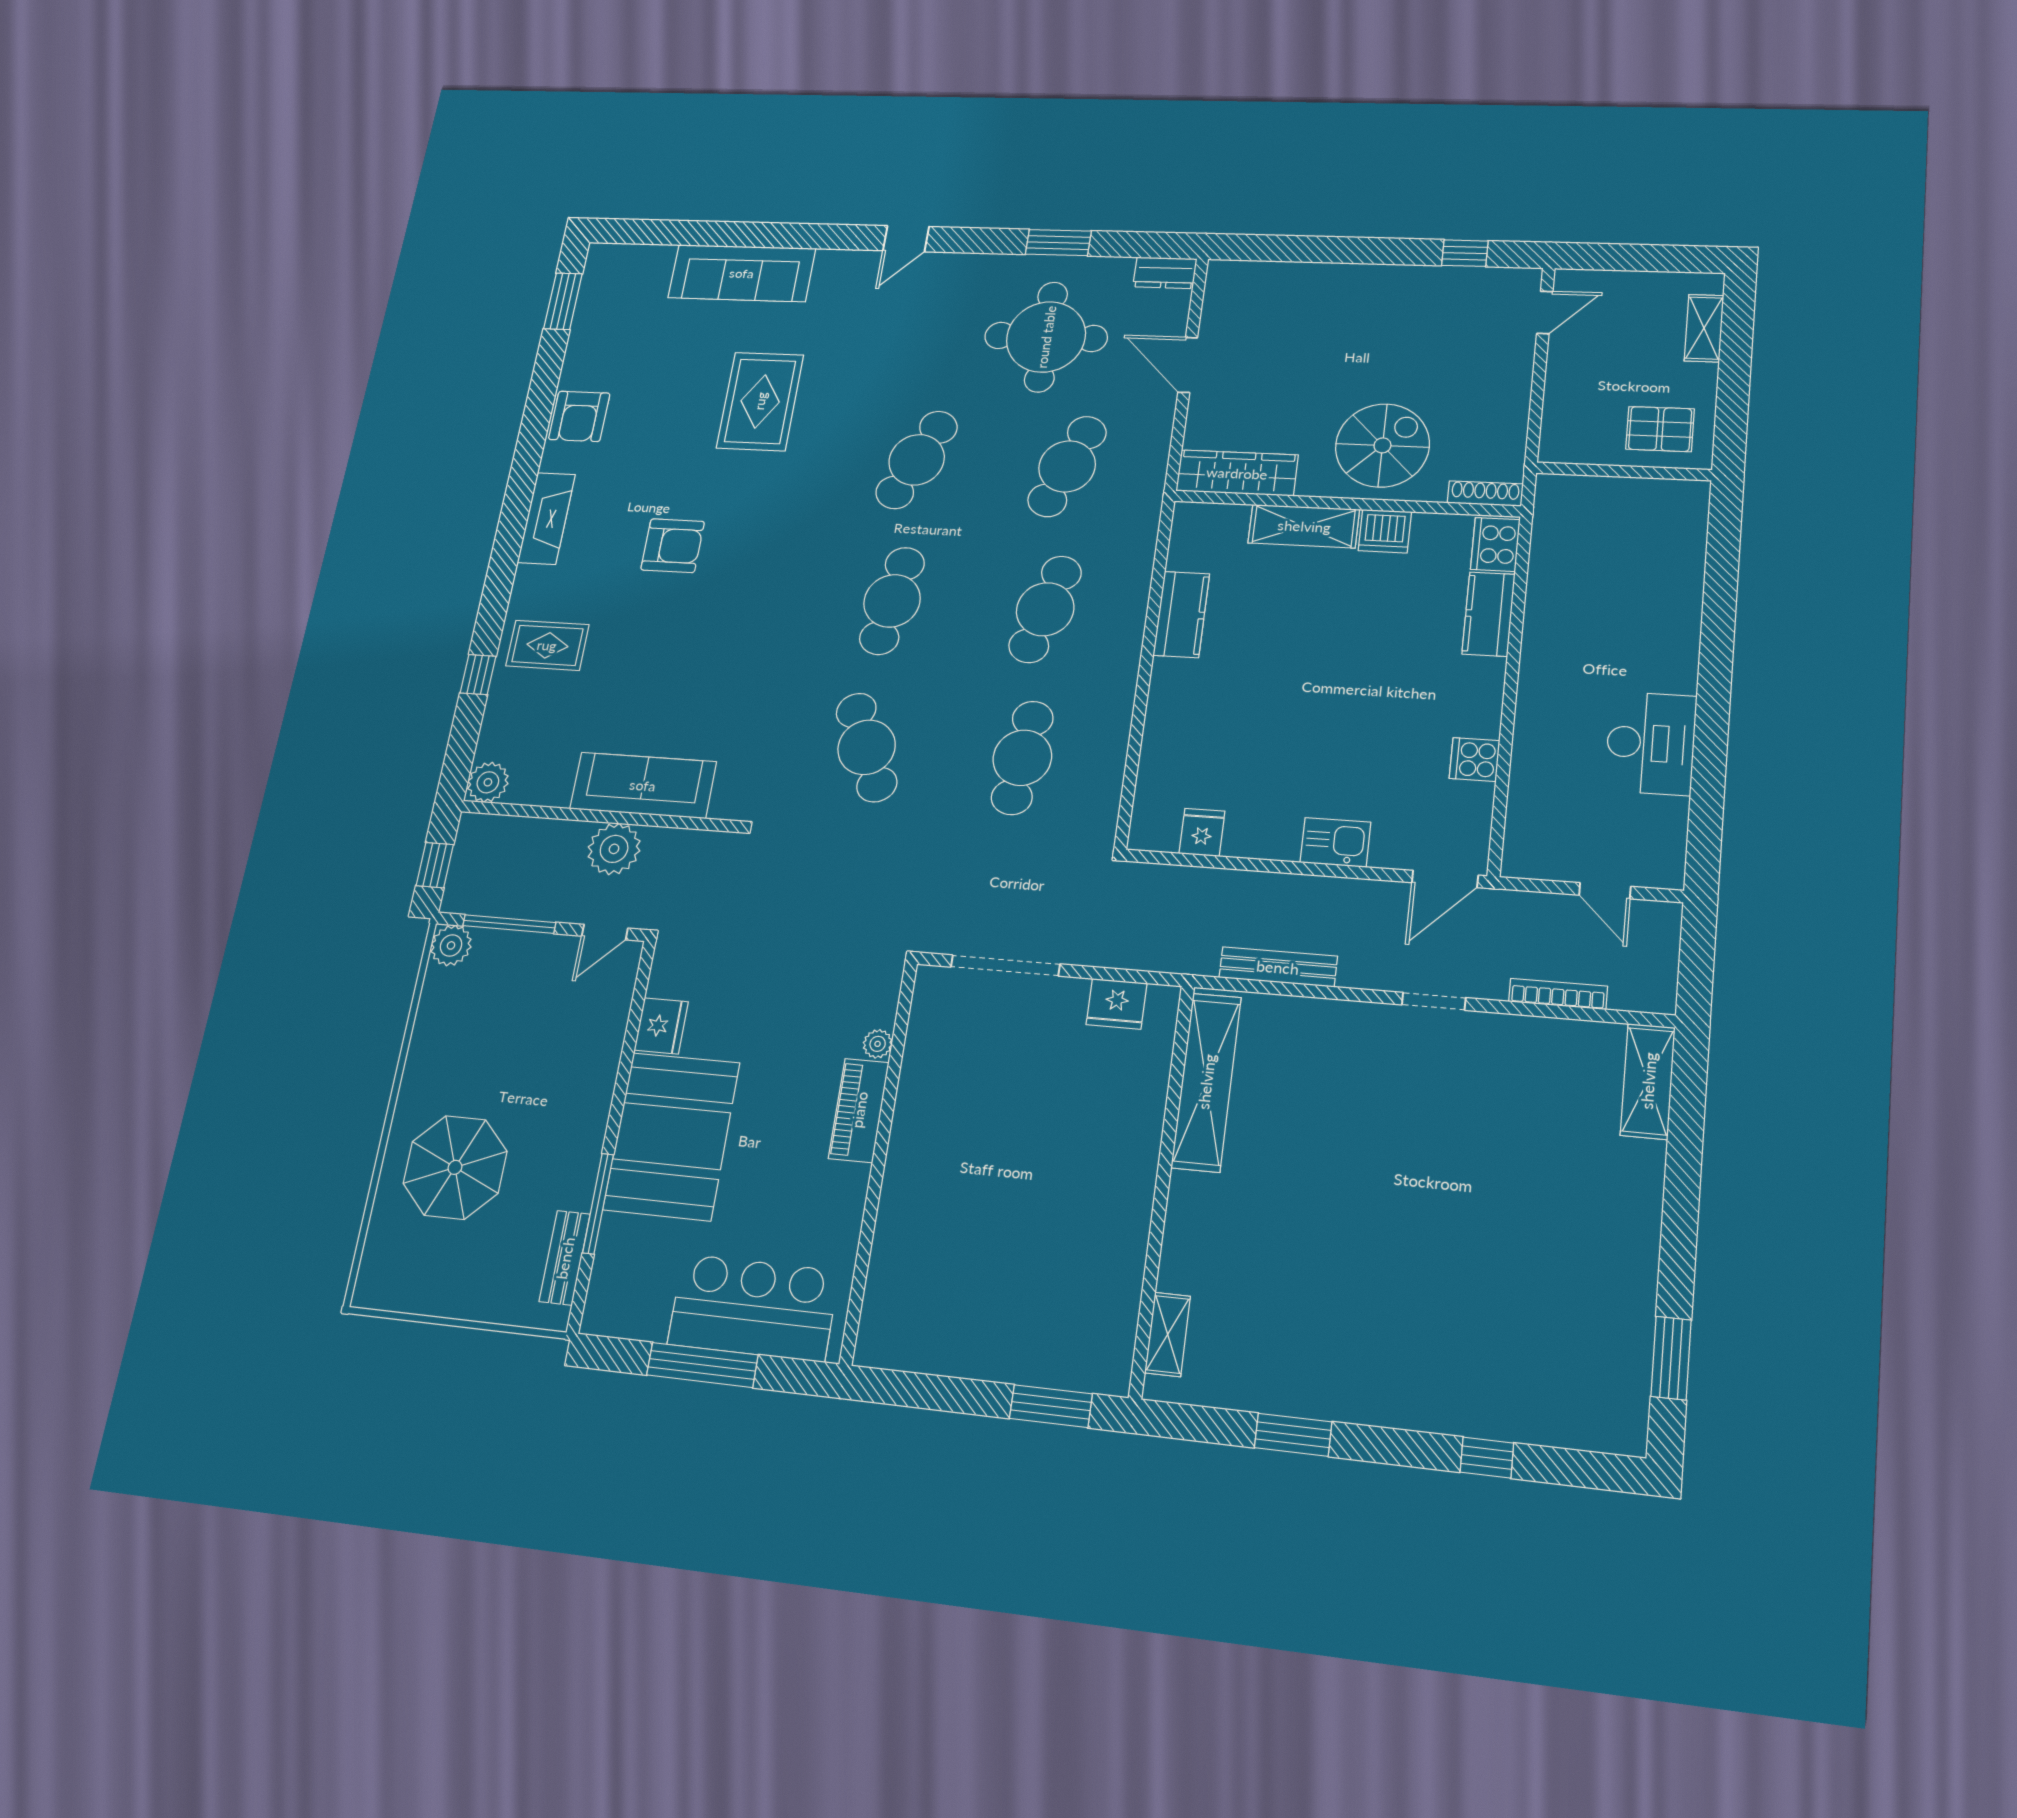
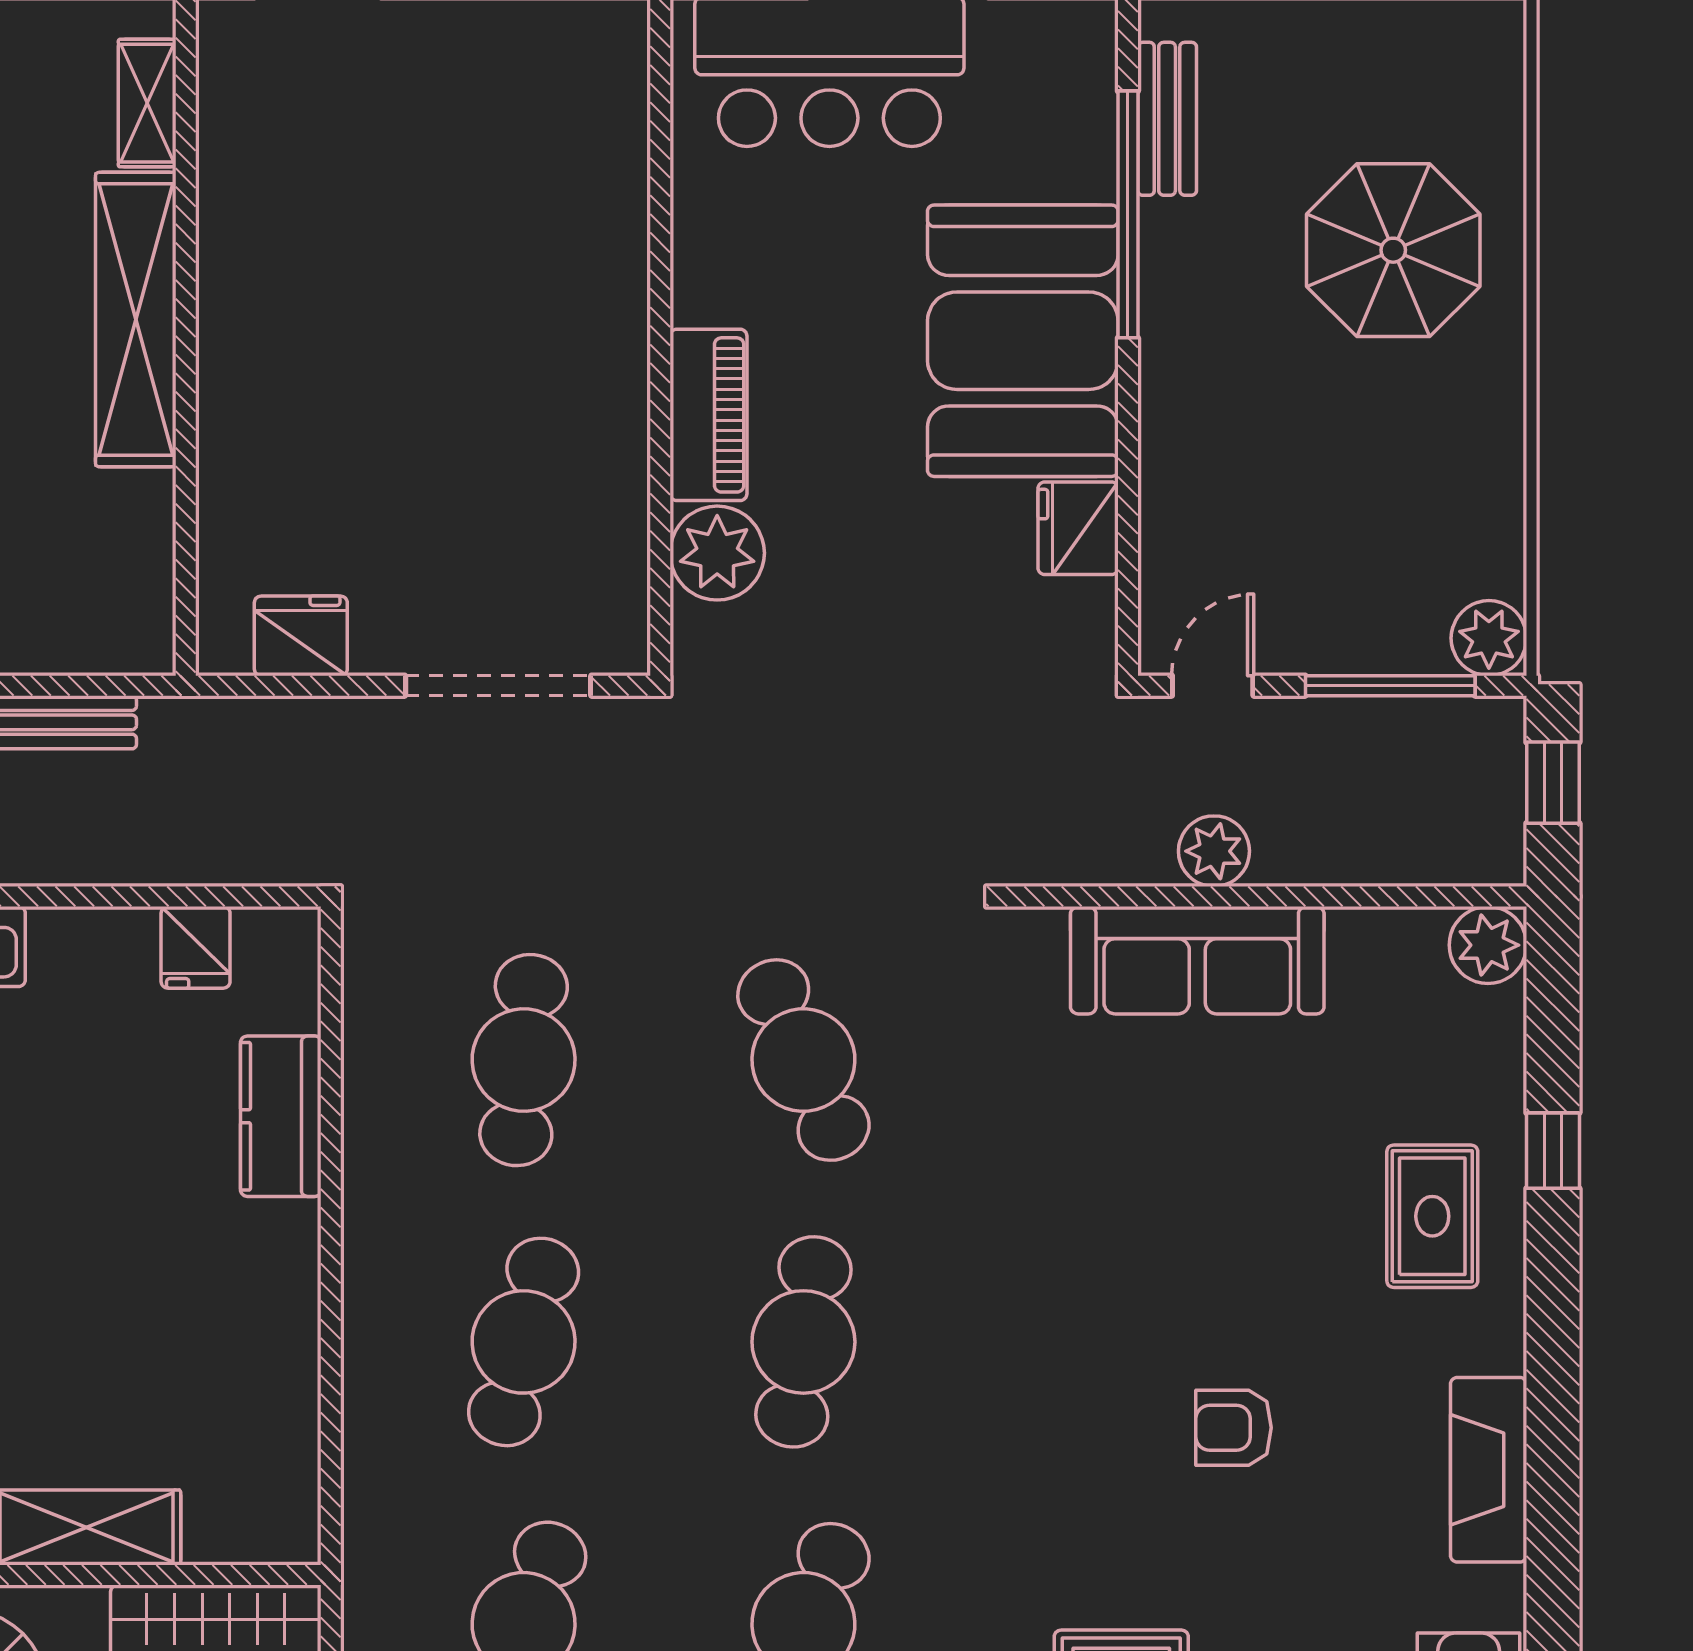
armchair: (673, 546) -> (1234, 1428), width x0.72, depth x0.72
kitchen counter: (1181, 614) -> (281, 1116), moved
rug: (547, 645) -> (1432, 1216), turned 90
plant: (614, 849) -> (1214, 851), width x0.73, depth x0.73
plant: (878, 1044) -> (717, 553), width x1.88, depth x1.88
shelving: (1206, 1082) -> (136, 320), moved
window: (598, 1204) -> (1128, 214), width x1.46

